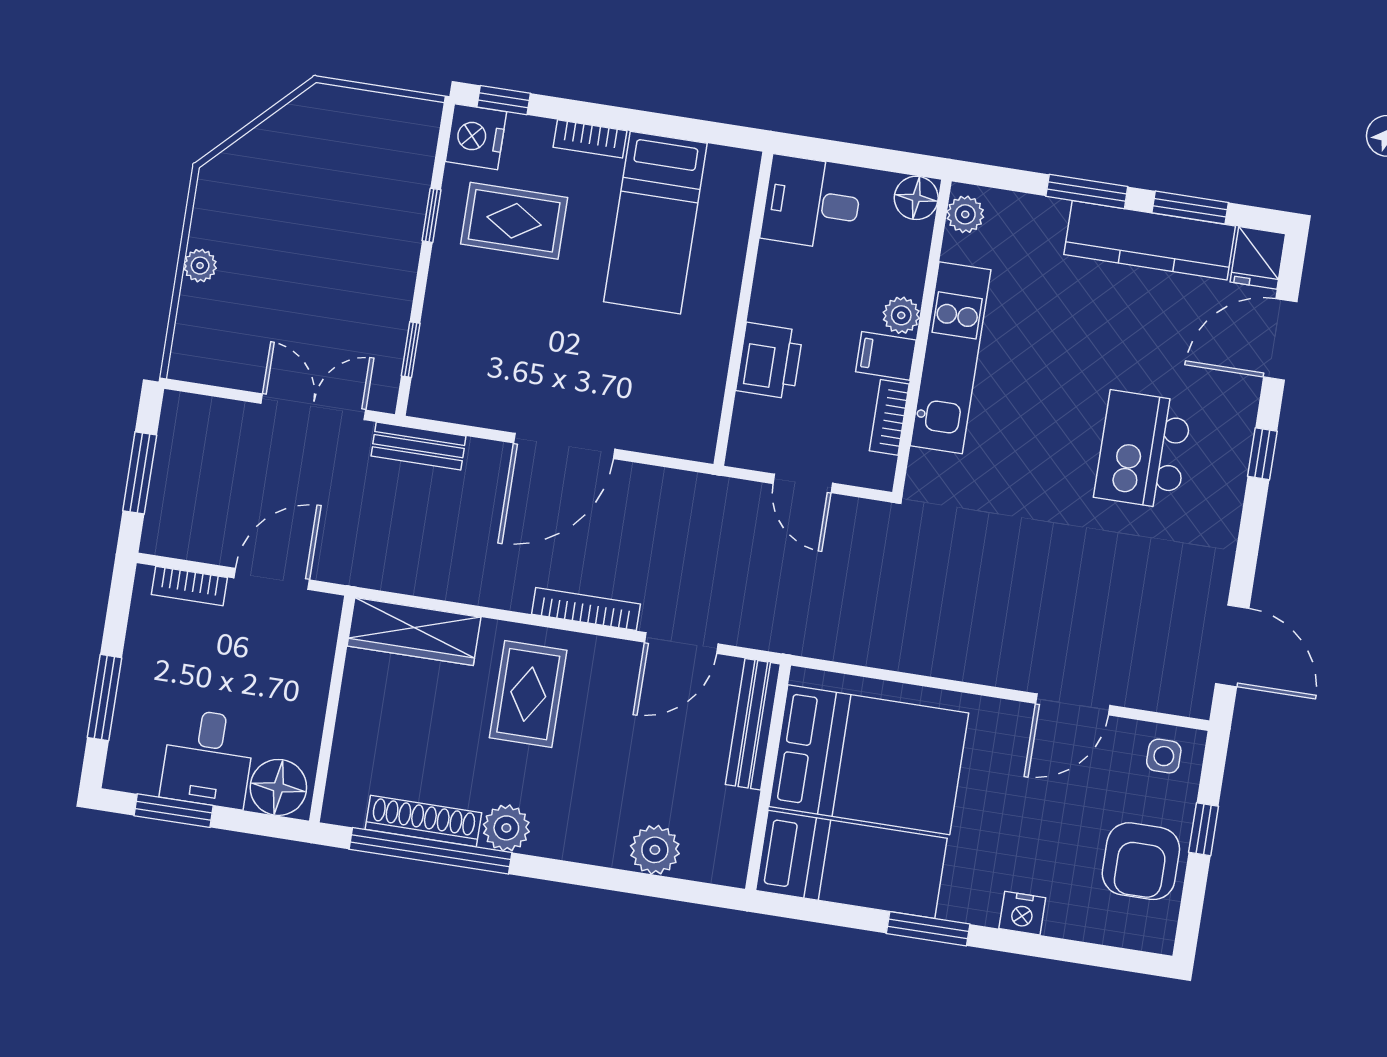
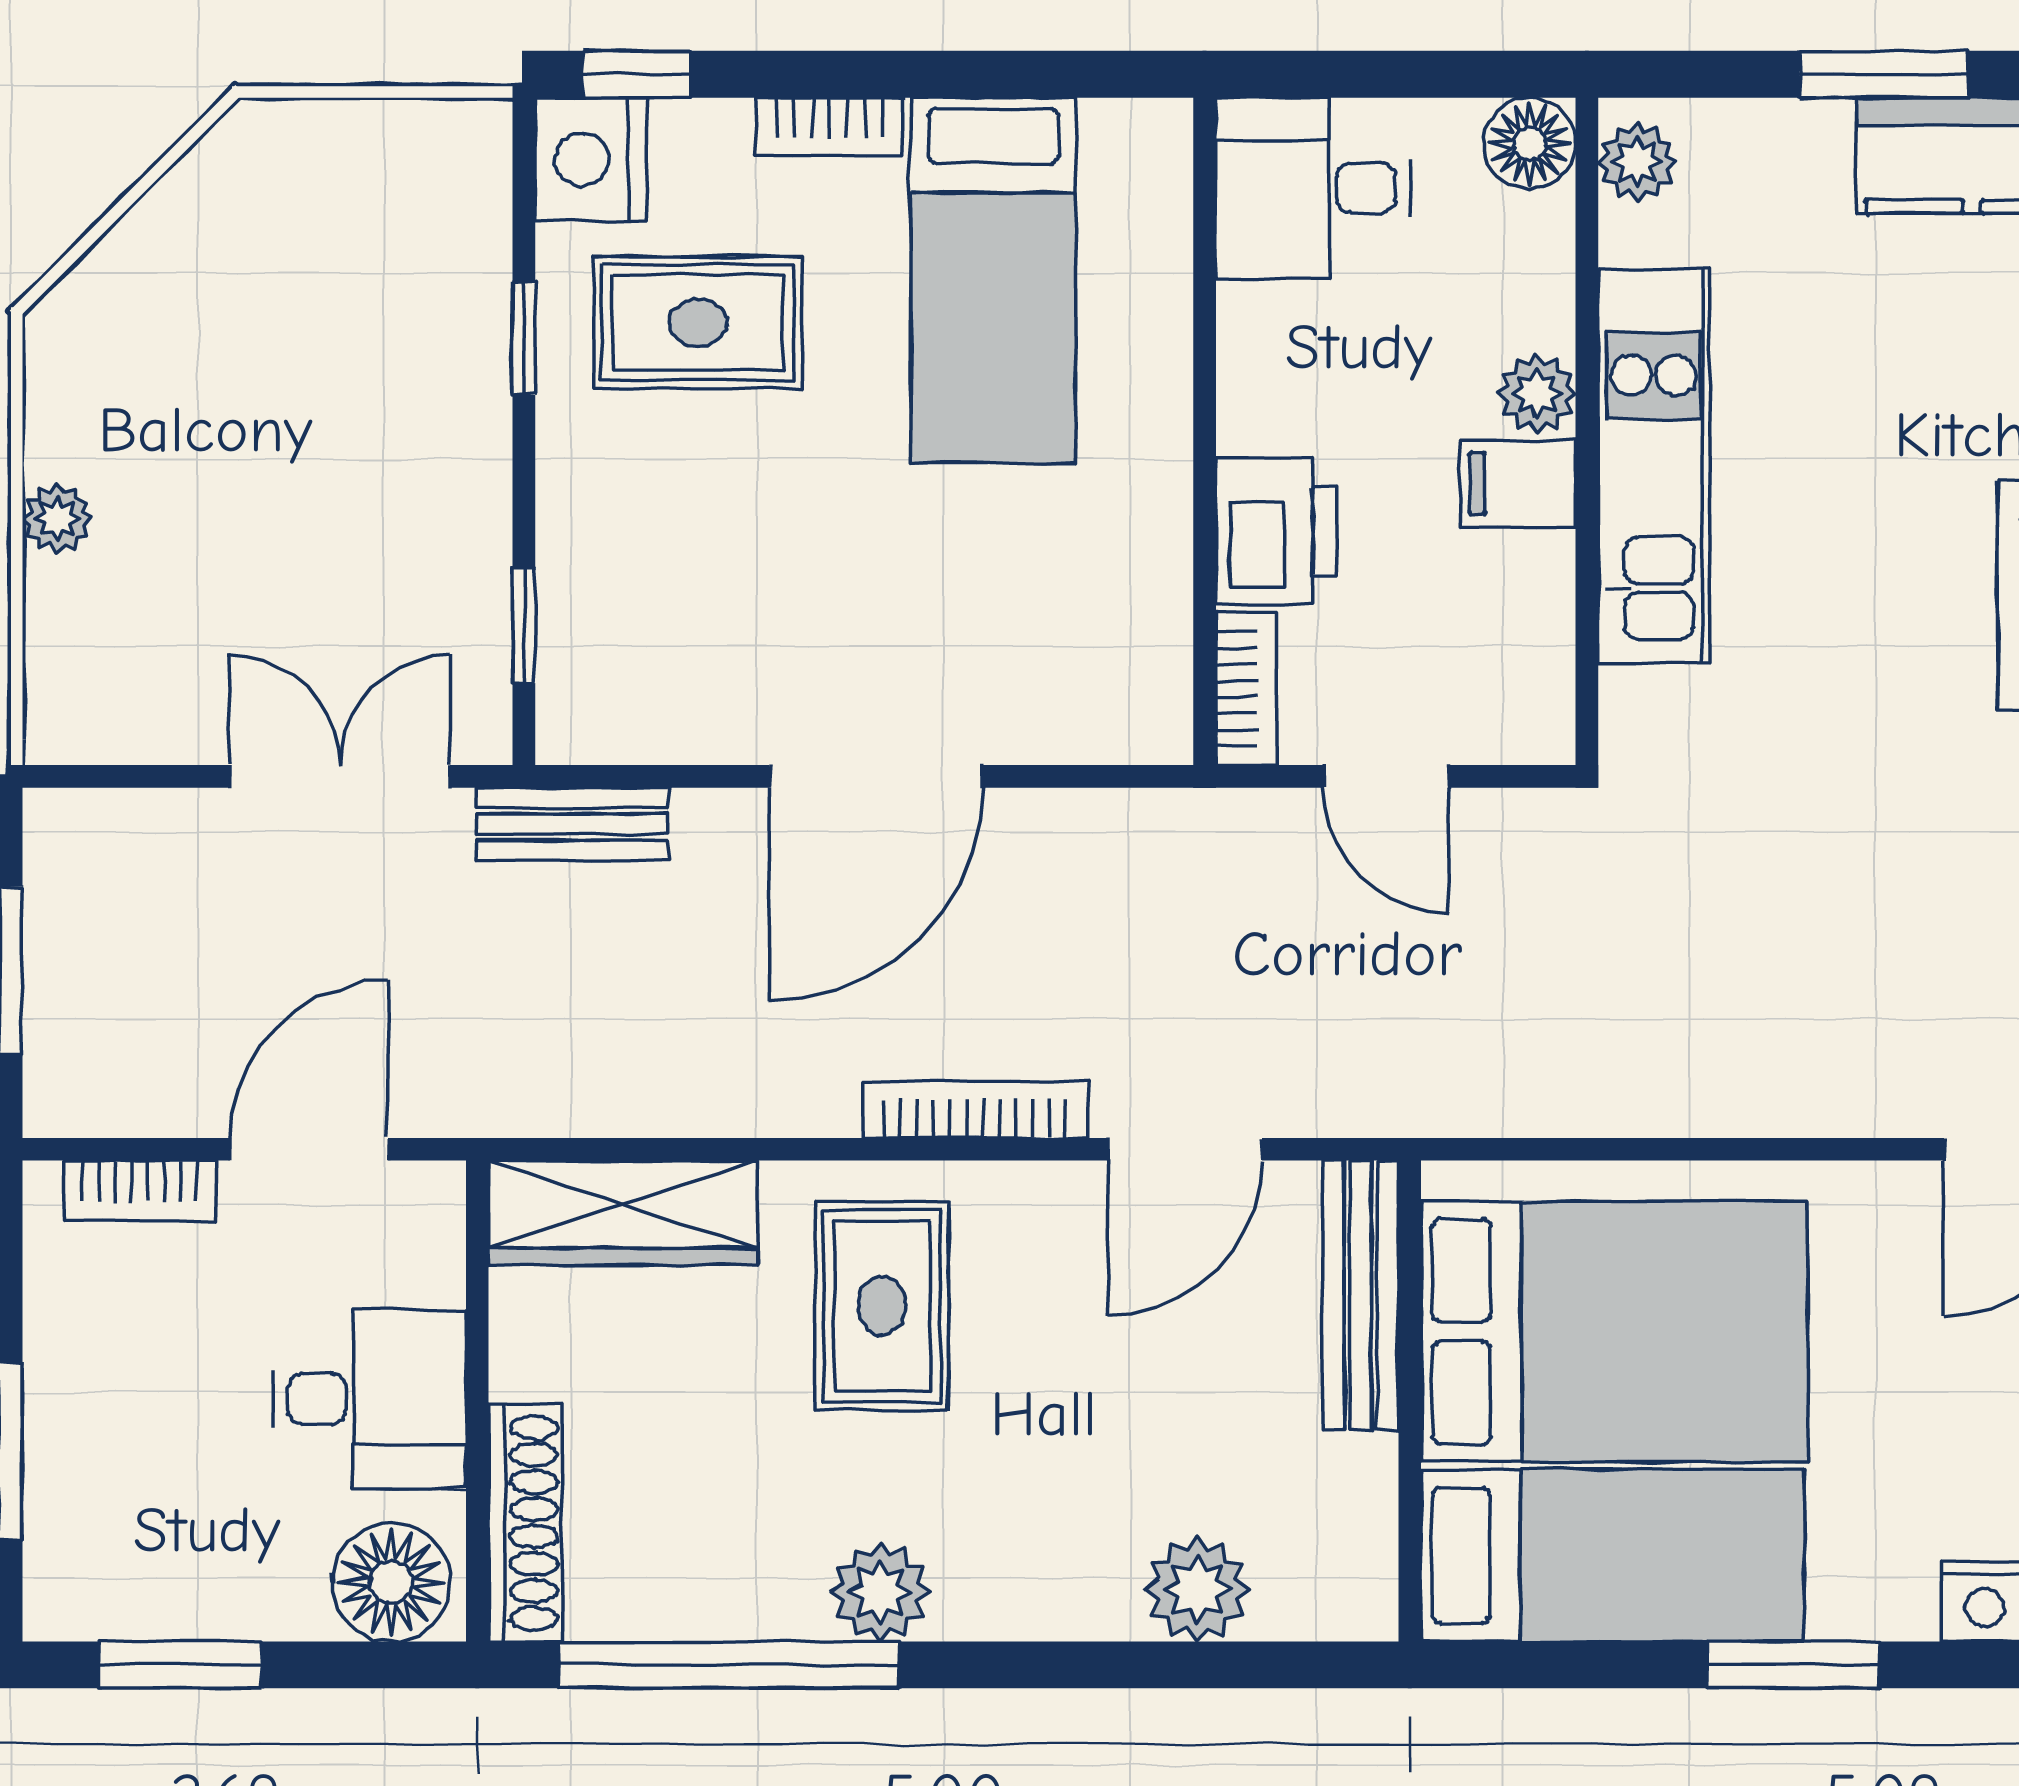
bookcase: (889, 417) -> (1246, 689), moved, turned 180
desk: (208, 758) -> (369, 1399), moved, turned -90
shoe rack: (423, 821) -> (525, 1523), moved, turned 90

